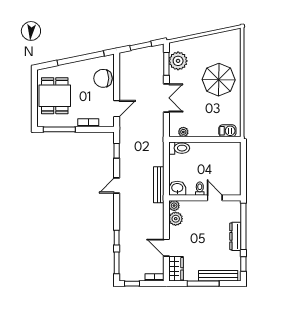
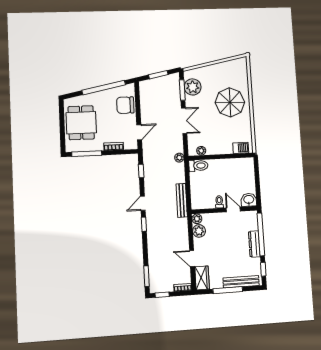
plant: (159, 138) -> (179, 158), added
washbasin: (177, 188) -> (249, 200), moved
window: (117, 238) -> (144, 224), moved

